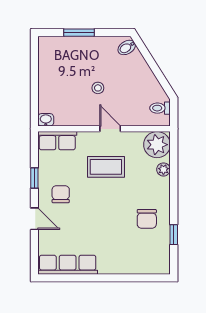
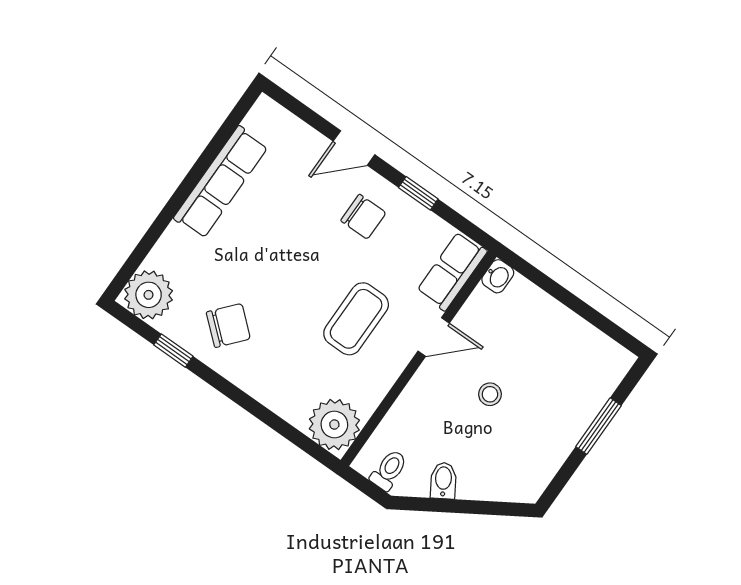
bidet: (127, 47) -> (443, 481), moved
door: (110, 129) -> (434, 337), moved
plant: (163, 169) -> (149, 295), moved, width x1.87, depth x1.87
chair: (147, 219) -> (228, 325), turned 131
row of seats: (68, 265) -> (221, 182), moved

